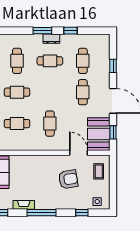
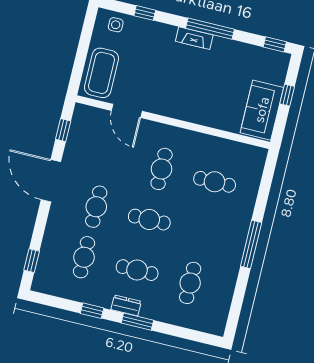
window: (113, 66) -> (32, 261), moved
cafe table: (17, 92) -> (149, 220), moved
booth: (99, 134) -> (87, 133), removed
coffee table: (99, 171) -> (102, 73), width x1.86, depth x1.72
armchair: (68, 179) -> (154, 72), removed
fireplace: (24, 205) -> (194, 38), moved

